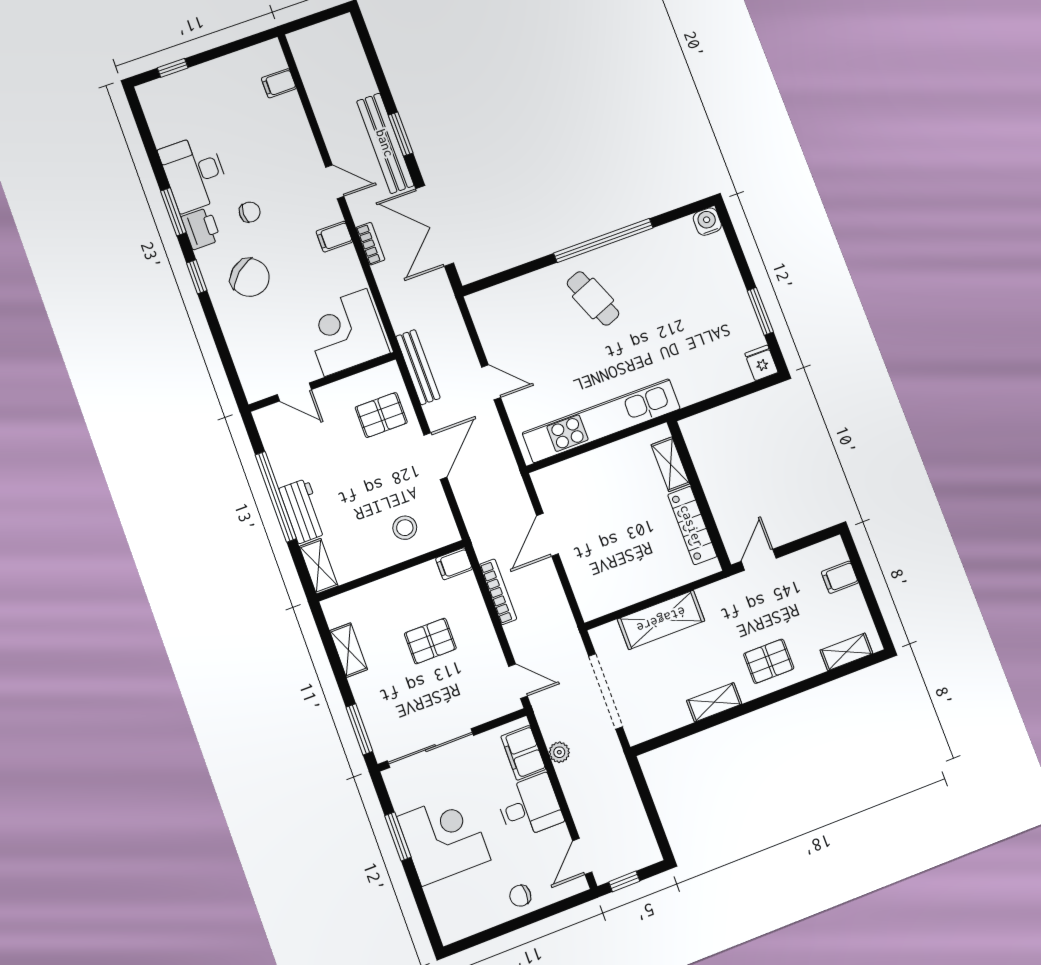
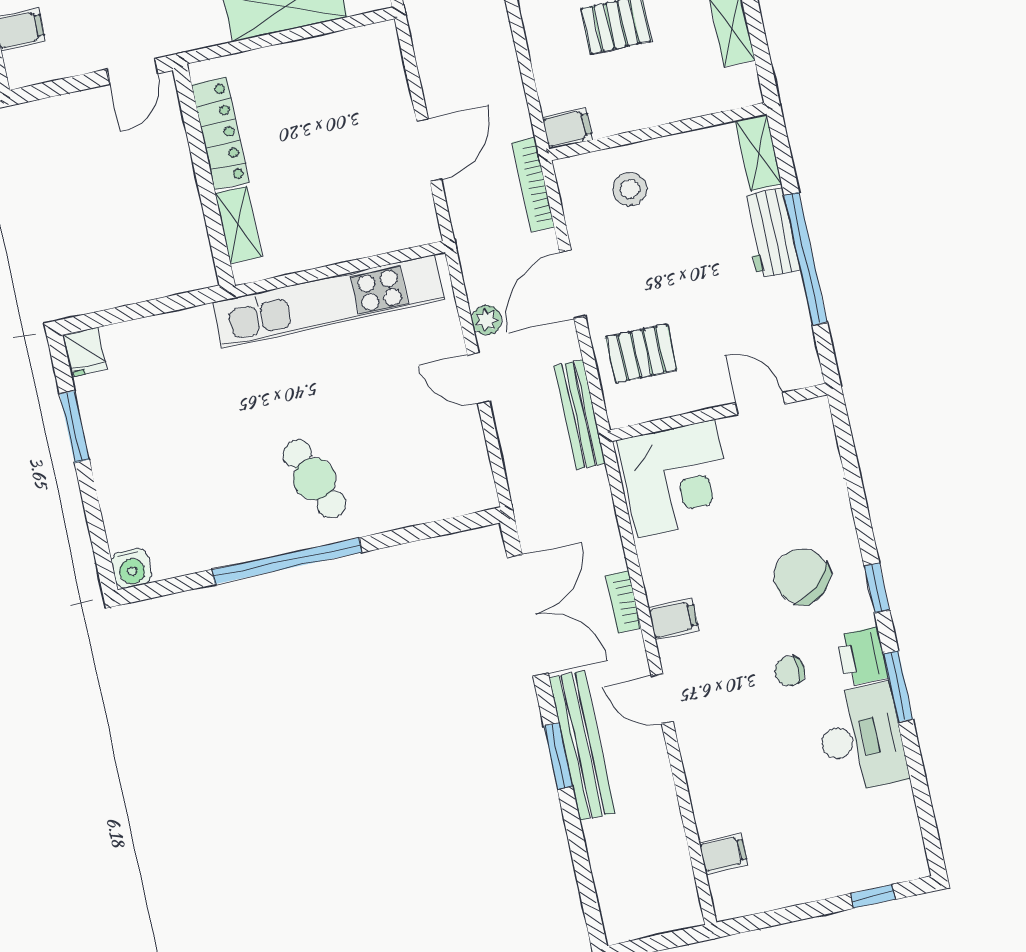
plant: (491, 423) -> (487, 320), added
bookcase: (498, 592) -> (533, 185), moved

